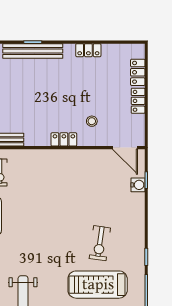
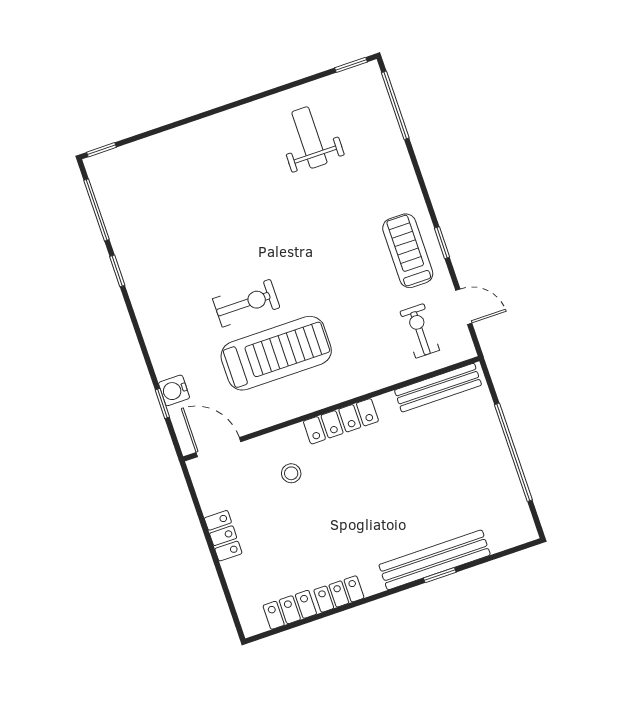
locker: (138, 72) -> (290, 610), moved, turned -90
locker: (64, 139) -> (341, 421), width x1.53
exercise bike: (100, 243) -> (246, 303), moved, turned 82
treadmill: (98, 285) -> (276, 353), moved

